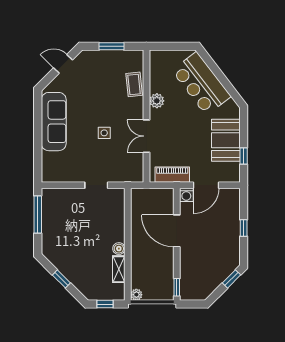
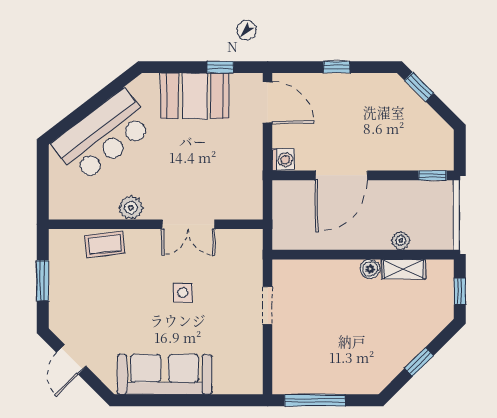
piano: (172, 175) -> (250, 183), removed
door: (206, 185) -> (268, 103), moved
plant: (136, 295) -> (401, 241), moved

